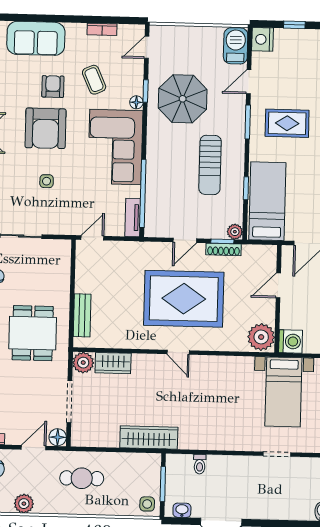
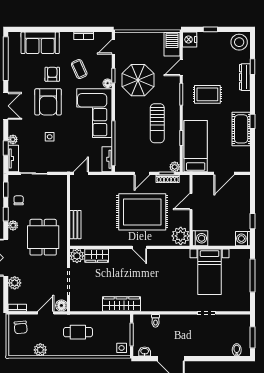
door: (278, 285) -> (191, 202), moved
wall: (278, 299) -> (191, 210), moved
plant: (261, 337) -> (181, 236), moved
washing machine: (291, 341) -> (200, 238), moved

